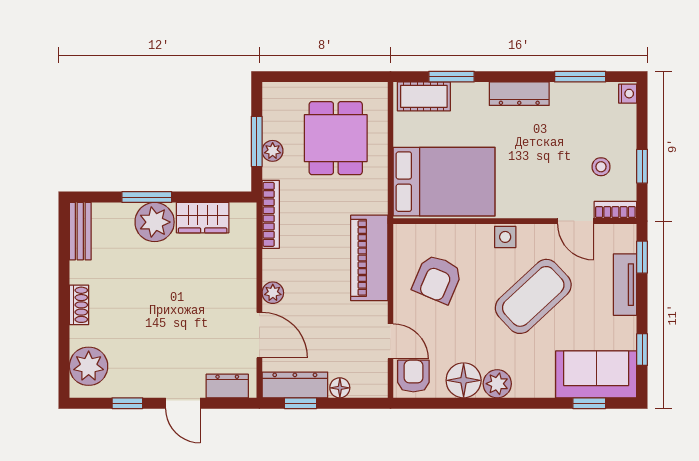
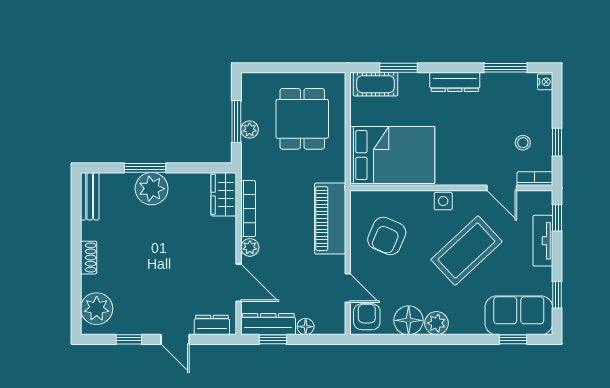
bookcase: (271, 214) -> (248, 209), moved
wardrobe: (203, 218) -> (224, 194), moved, turned 90

